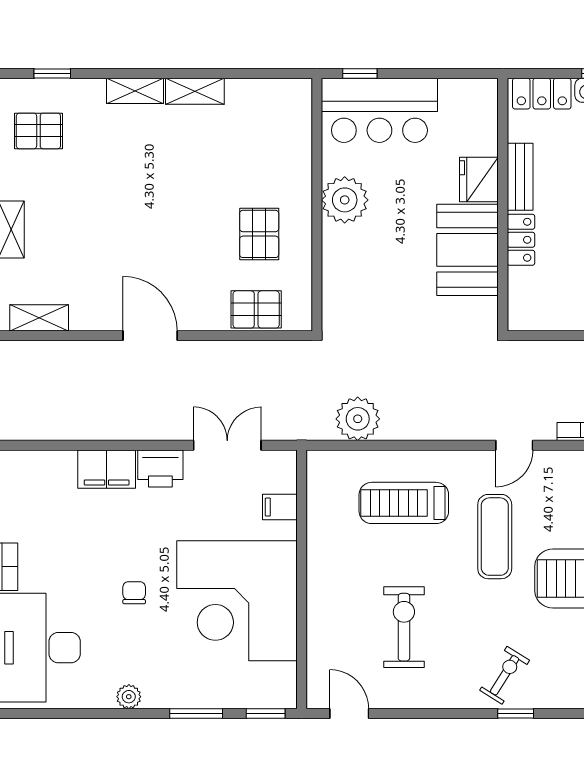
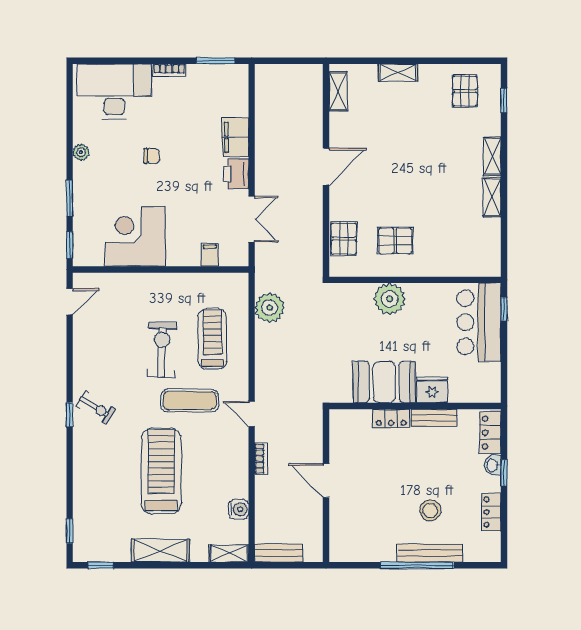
plant: (345, 200) -> (390, 299), moved
corner desk: (237, 601) -> (135, 236), width x0.74, depth x0.74
exercise bike: (404, 627) -> (162, 350), moved, turned -88

